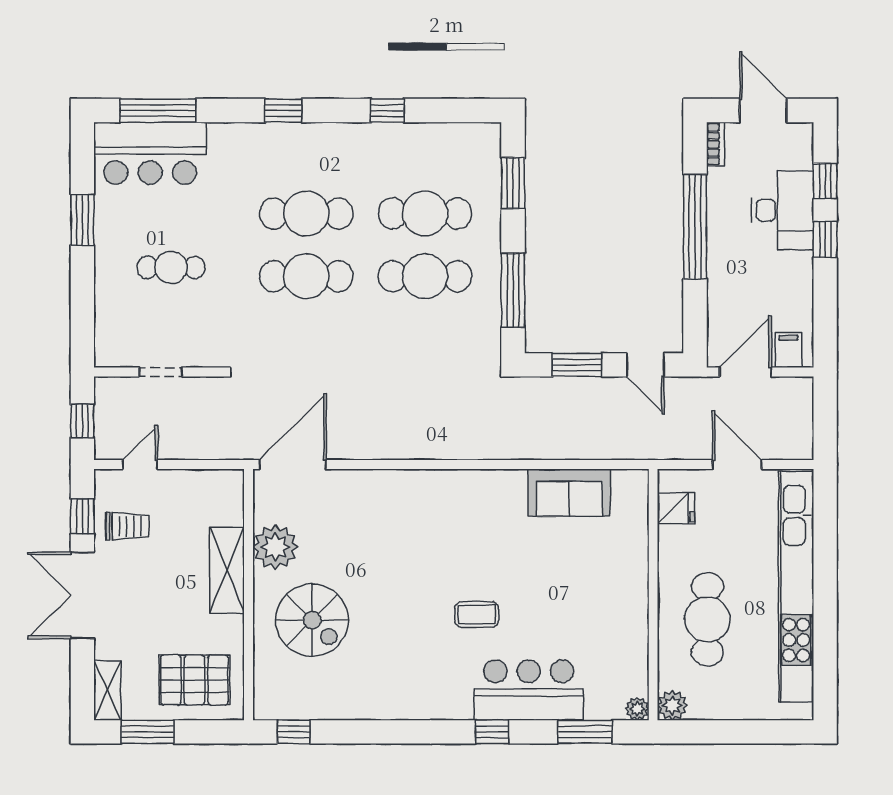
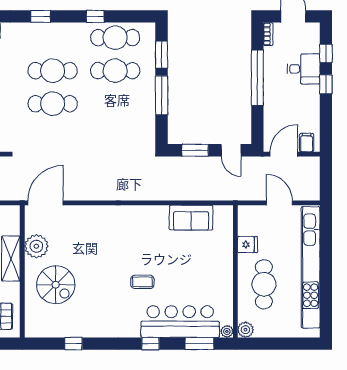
desk: (783, 210) -> (303, 69), width x0.73
cafe table: (425, 276) -> (115, 38), moved
window: (513, 290) -> (161, 95), moved
fridge: (676, 508) -> (247, 245), moved
bar counter: (529, 690) -> (180, 322), width x1.36
window: (294, 732) -> (73, 344), moved

